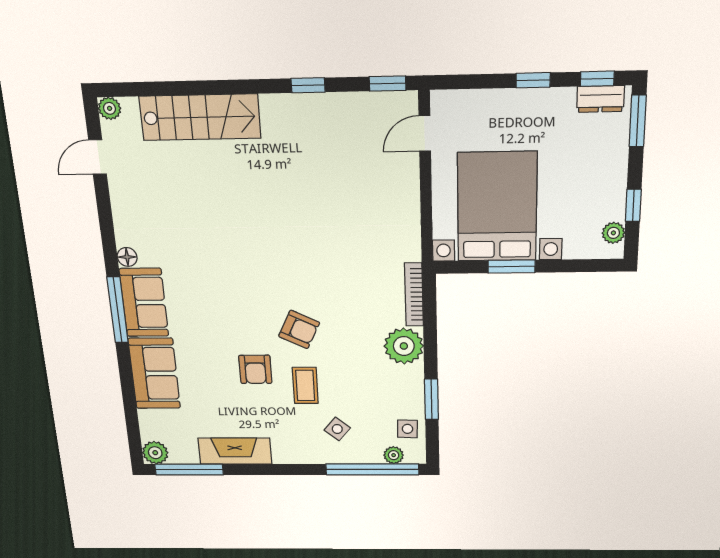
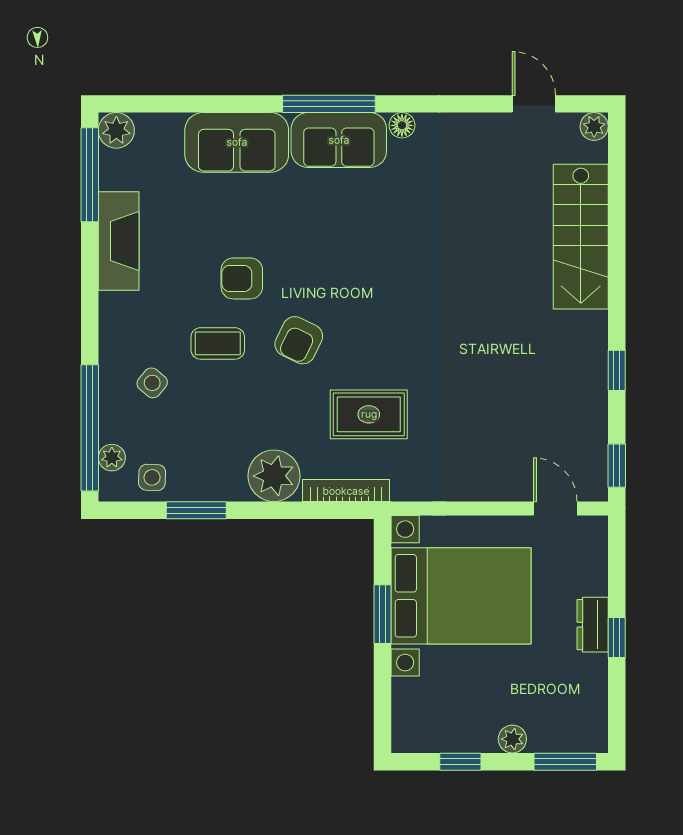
window: (597, 79) -> (617, 712), removed
dresser: (601, 99) -> (593, 625), moved
plant: (613, 233) -> (512, 739), moved
rug: (354, 279) -> (369, 414), added

